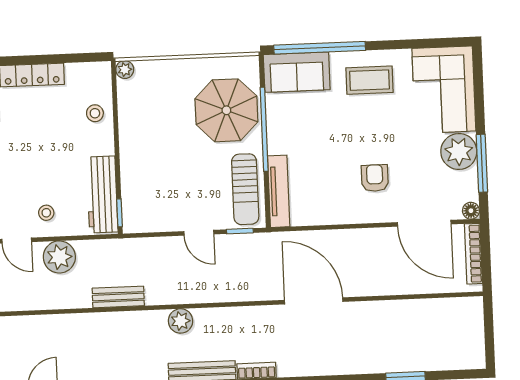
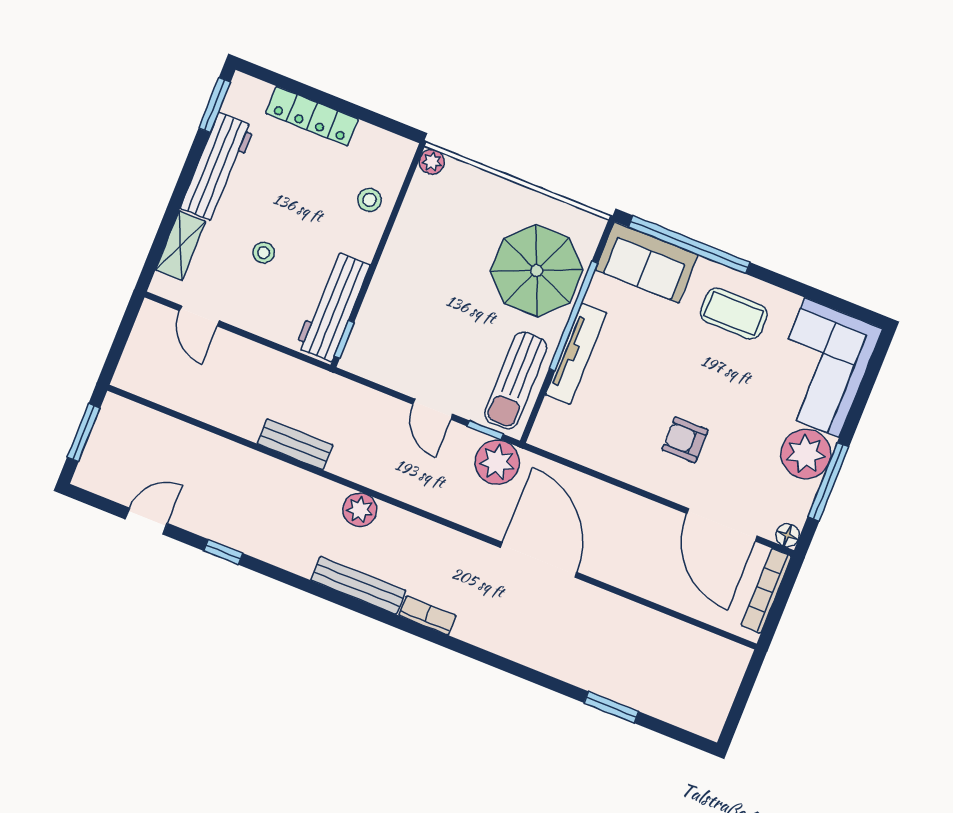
armchair: (375, 178) -> (685, 440), turned -90
tv unit: (279, 191) -> (576, 354), moved
stool: (46, 213) -> (264, 253), moved
plant: (59, 257) -> (497, 462), moved

